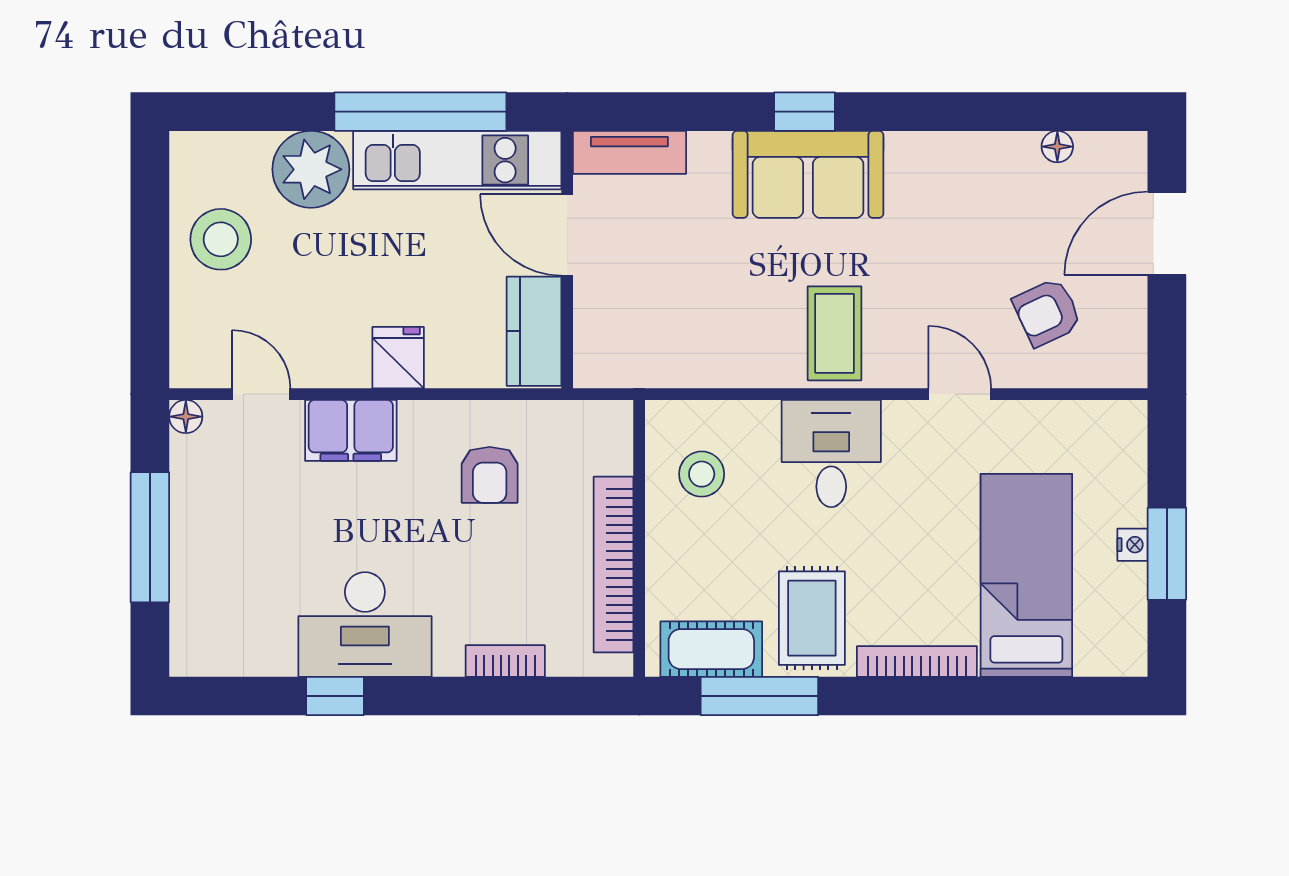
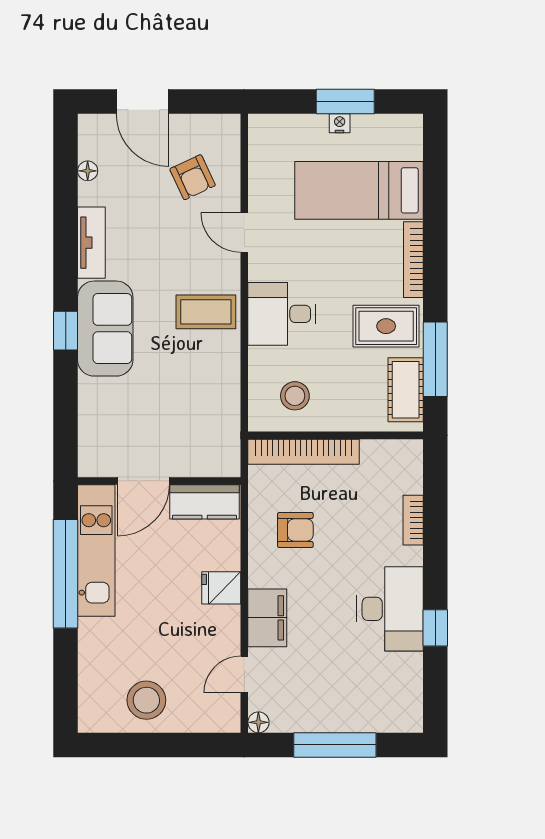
tv unit: (629, 152) -> (91, 243), moved
plant: (311, 169) -> (102, 643), removed
door: (960, 394) -> (244, 233), hinge flipped
bookcase: (613, 565) -> (304, 452), moved

